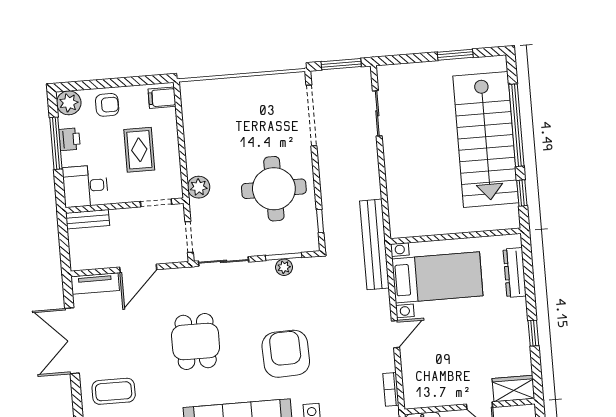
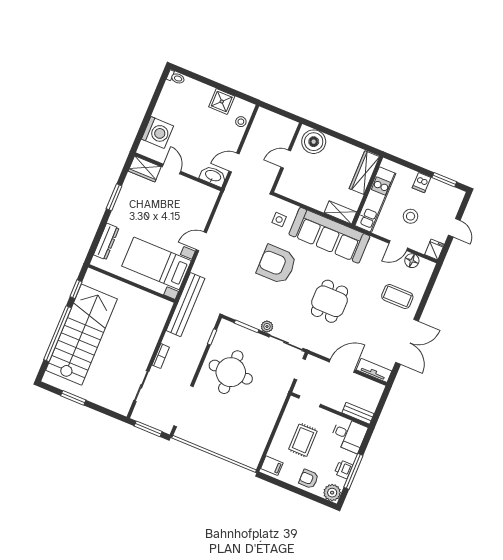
plant: (199, 187) -> (278, 397), removed
plant: (284, 267) -> (267, 327), moved
window: (533, 333) -> (114, 197), width x1.50
armchair: (286, 354) -> (277, 264), turned 92
bookcase: (391, 389) -> (161, 356), moved

